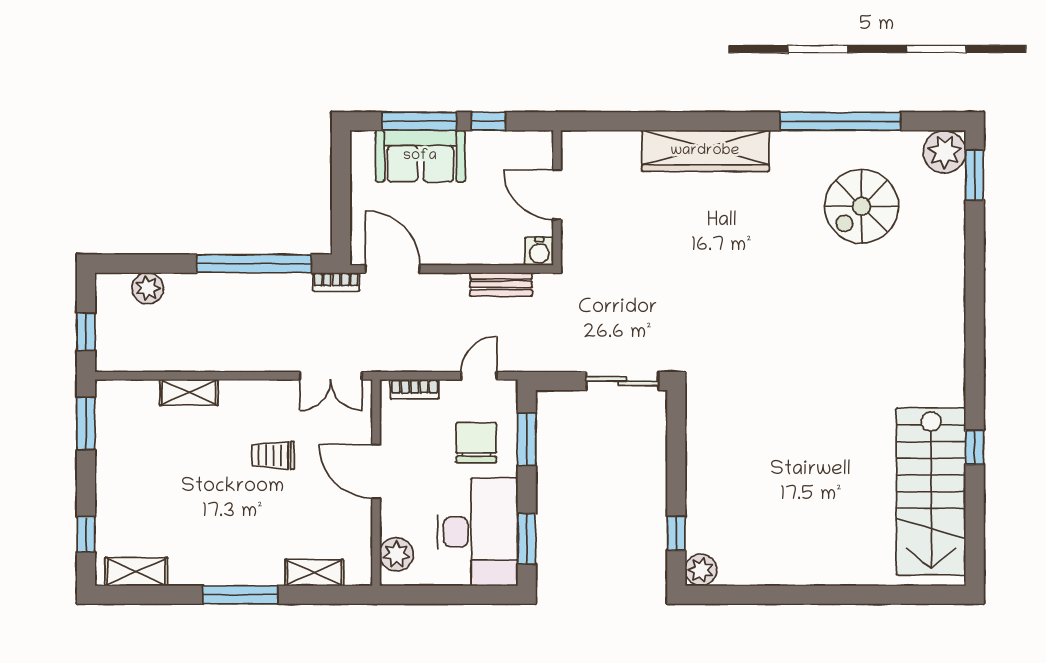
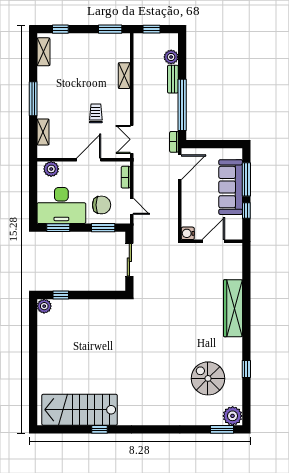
window: (840, 121) -> (246, 369), width x0.32
sofa: (420, 156) -> (231, 187), width x1.36
bench: (501, 284) -> (173, 79), moved
sliding door: (622, 381) -> (129, 260), moved

